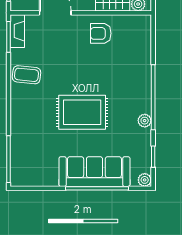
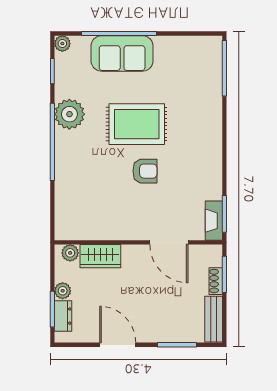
armchair: (101, 33) -> (145, 171), moved
coffee table: (26, 75) -> (203, 169), removed
plant: (145, 121) -> (69, 114), width x1.87, depth x1.87
sofa: (94, 172) -> (122, 53), width x0.73

